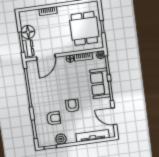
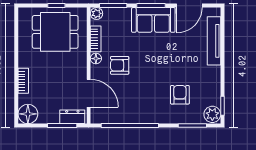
floor lamp: (28, 32) -> (28, 114), moved
sofa: (100, 83) -> (153, 20), moved
armchair: (72, 106) -> (120, 65), moved
plant: (61, 139) -> (212, 114), moved

